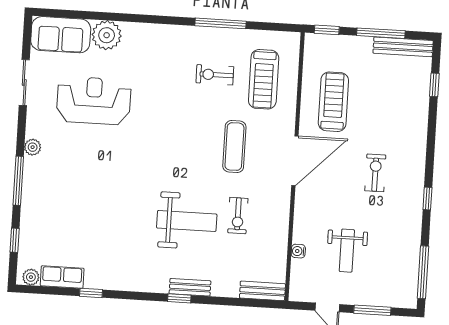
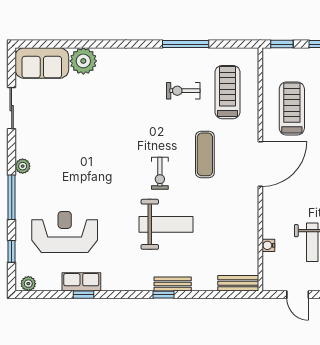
treadmill: (264, 79) -> (228, 92), turned 180
reception desk: (94, 101) -> (65, 232), moved
exercise bike: (238, 216) -> (160, 173), moved
row of seats: (62, 277) -> (81, 282), moved

